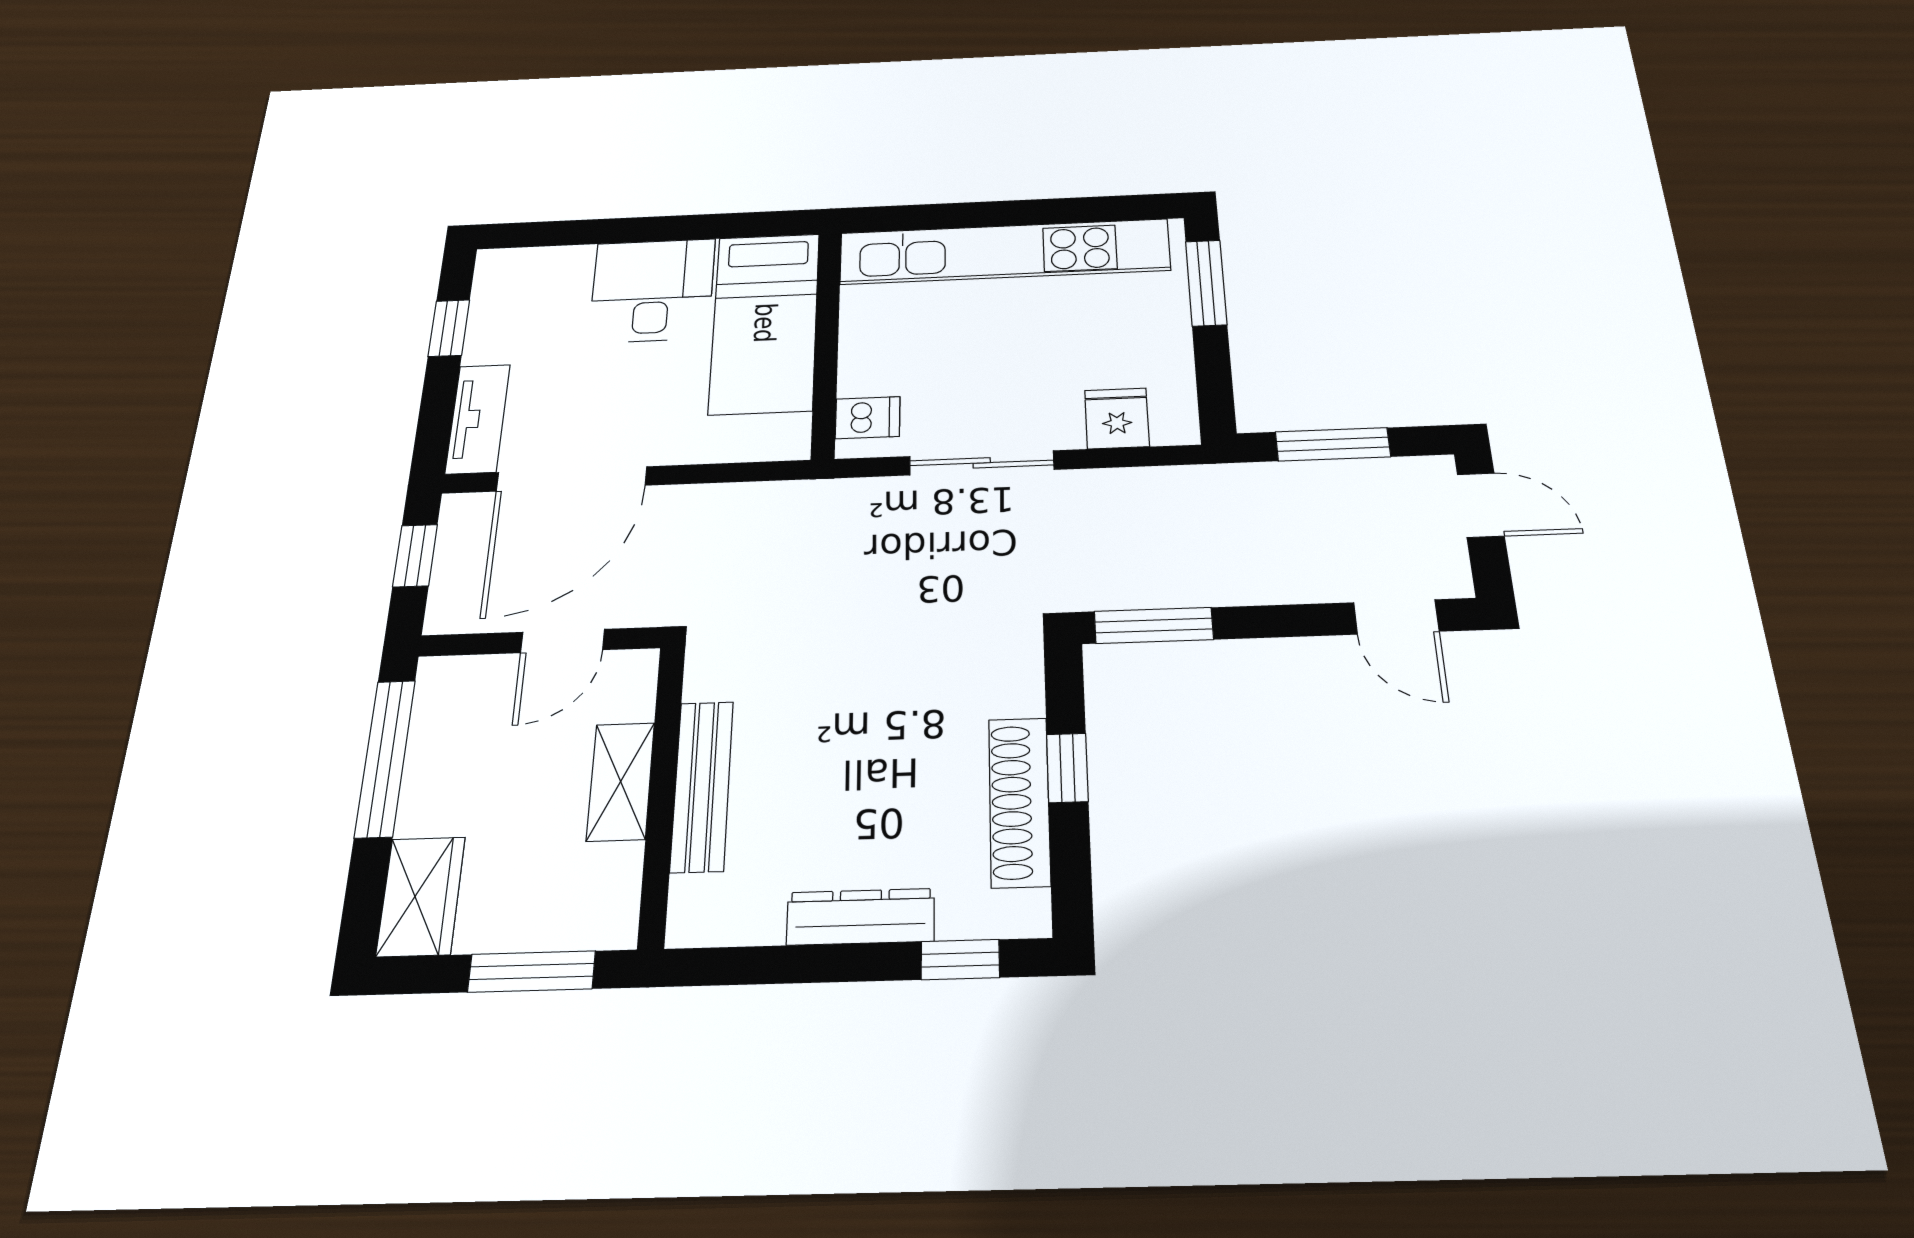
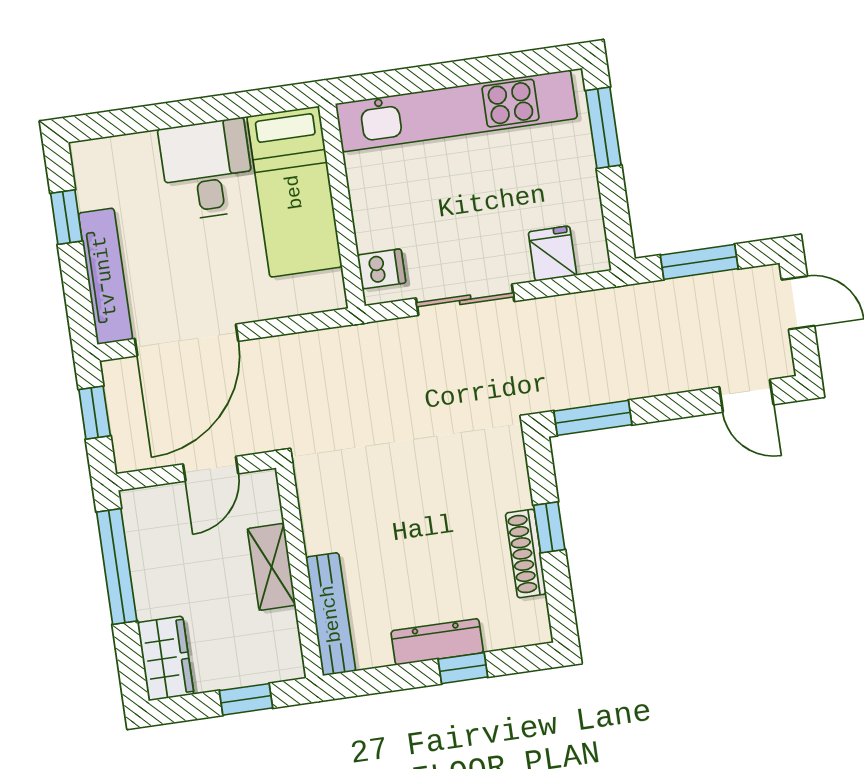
tv unit: (478, 419) -> (105, 276), width x1.41
bench: (702, 786) -> (331, 614), moved
shoe rack: (1019, 802) -> (526, 554), width x0.74, depth x0.81
window: (960, 960) -> (463, 668), moved
window: (532, 971) -> (246, 699), width x0.67

